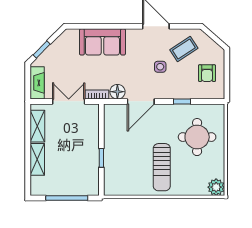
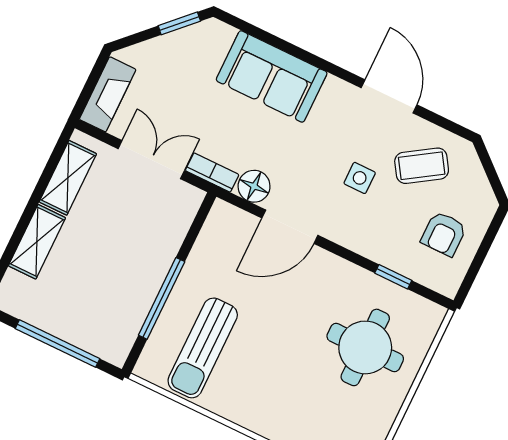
window: (42, 50) -> (179, 23), moved
window: (182, 101) -> (393, 277), moved
window: (101, 158) -> (162, 298), width x2.17
sun lounger: (162, 167) -> (203, 348), moved

